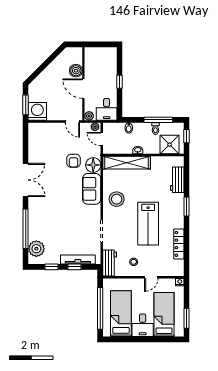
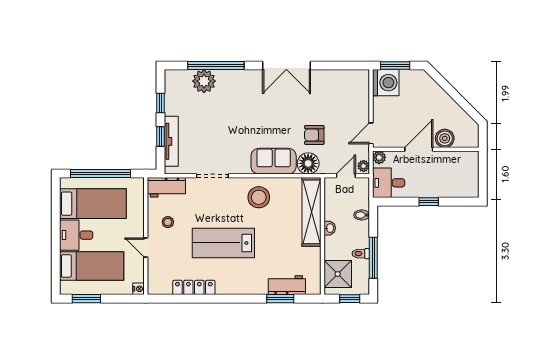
window: (187, 207) -> (280, 299), moved
plant: (36, 249) -> (204, 81), moved

